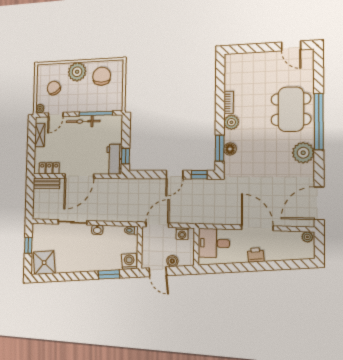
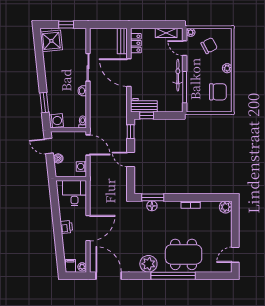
plant: (77, 72) -> (227, 68), width x0.53, depth x0.53
plant: (231, 122) -> (226, 207), moved
window: (199, 175) -> (131, 132), moved
filing cabinet: (306, 252) -> (70, 266), added
door: (158, 272) -> (49, 146), hinge flipped

